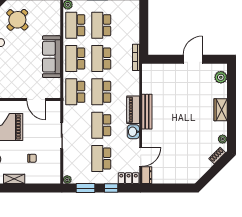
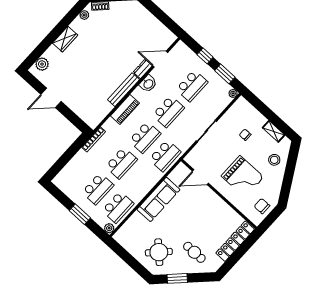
school desk: (75, 59) -> (141, 181), removed
door: (36, 100) -> (200, 177), swing flipped
piano: (133, 110) -> (125, 109), moved
dresser: (147, 175) -> (143, 69), moved
locker: (129, 178) -> (185, 51), removed

